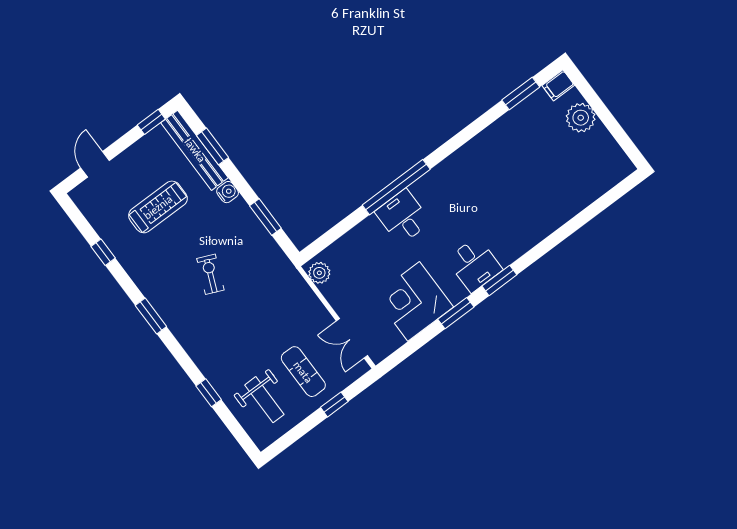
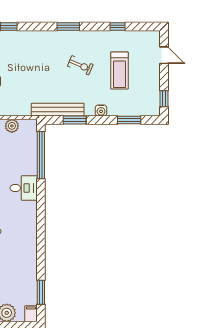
bench: (195, 150) -> (58, 110), moved
window: (396, 187) -> (41, 155), moved
plant: (319, 273) -> (12, 126), moved
exercise bike: (210, 274) -> (80, 65), moved

